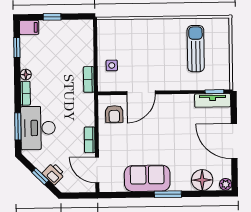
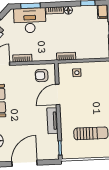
door: (141, 93) -> (58, 95), hinge flipped
tv unit: (213, 100) -> (52, 121), moved

